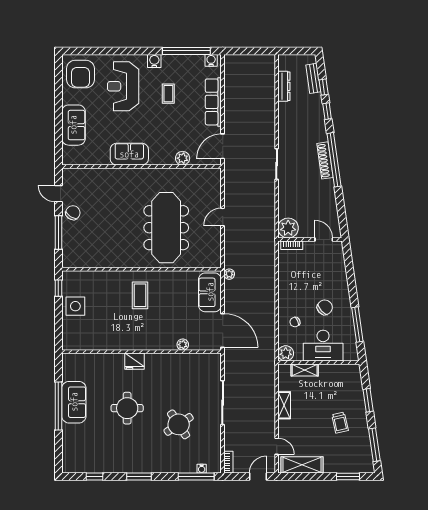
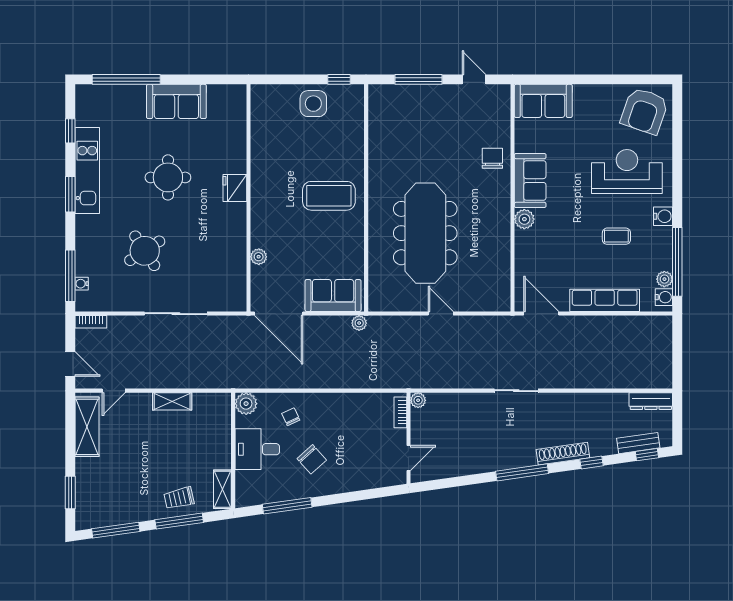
plant: (198, 60) -> (664, 279), added
armchair: (80, 74) -> (644, 111), turned -71
dresser: (284, 86) -> (651, 401), moved
window: (324, 87) -> (647, 455), moved
sofa: (73, 125) -> (543, 101), moved
plant: (183, 158) -> (524, 219), moved
shoe rack: (325, 160) -> (563, 454), moved
window: (334, 160) -> (522, 472), width x0.68
door: (58, 194) -> (474, 79), hinge flipped
chair: (73, 213) -> (492, 158), moved, turned -122
meeting table: (166, 228) -> (425, 233), turned 90
plant: (288, 228) -> (418, 400), width x0.53, depth x0.53
coffee table: (140, 295) -> (329, 196), width x1.36, depth x1.32
door: (223, 331) -> (279, 314), hinge flipped
desk: (323, 346) -> (257, 449), width x0.73
shelving: (305, 370) -> (222, 489), moved
window: (368, 400) -> (179, 521), width x1.44
window: (58, 406) -> (126, 79), moved
trolley: (340, 423) -> (179, 498), moved
kitchen unit: (122, 465) -> (87, 170), added

